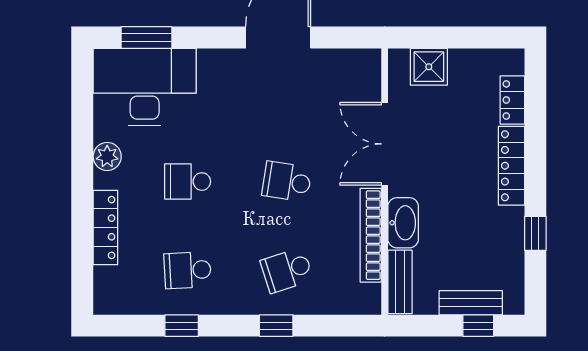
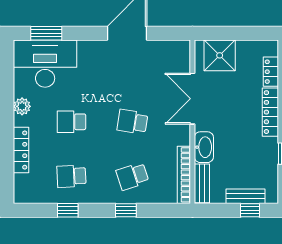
shower: (429, 67) -> (220, 55), width x1.36, depth x1.36
bookcase: (371, 235) -> (184, 175), moved

